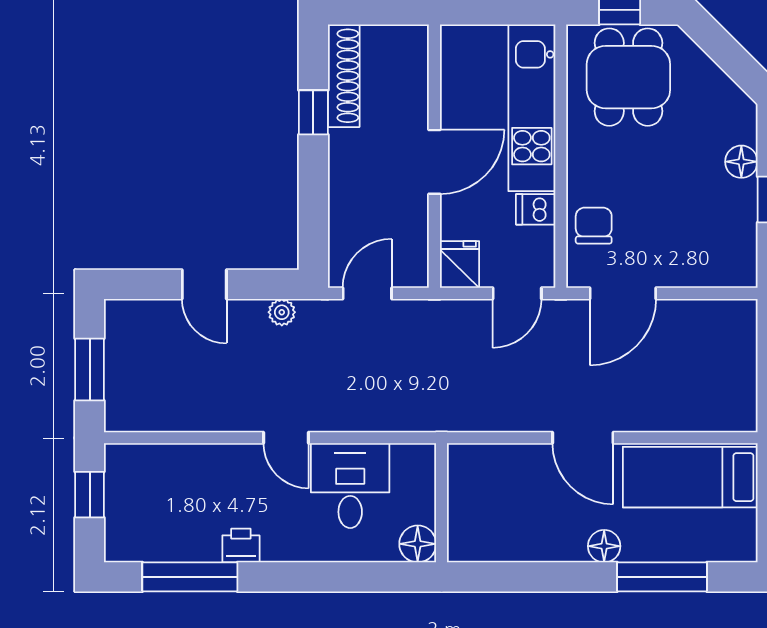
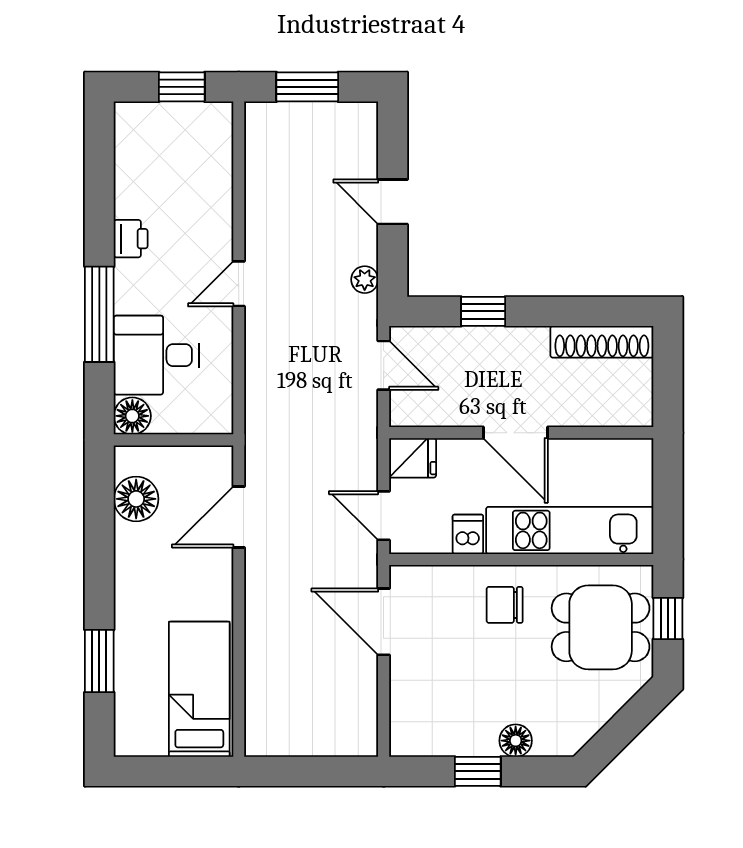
window: (313, 112) -> (483, 311), moved
chair: (594, 226) -> (505, 605), moved, turned 180
door: (204, 284) -> (393, 202), hinge flipped
door: (583, 438) -> (239, 517), moved
desk: (350, 486) -> (156, 355), moved, turned 180
floor lamp: (604, 546) -> (136, 499), moved, width x1.38, depth x1.38
window: (190, 577) -> (99, 314), moved
window: (662, 577) -> (99, 661), width x0.69

